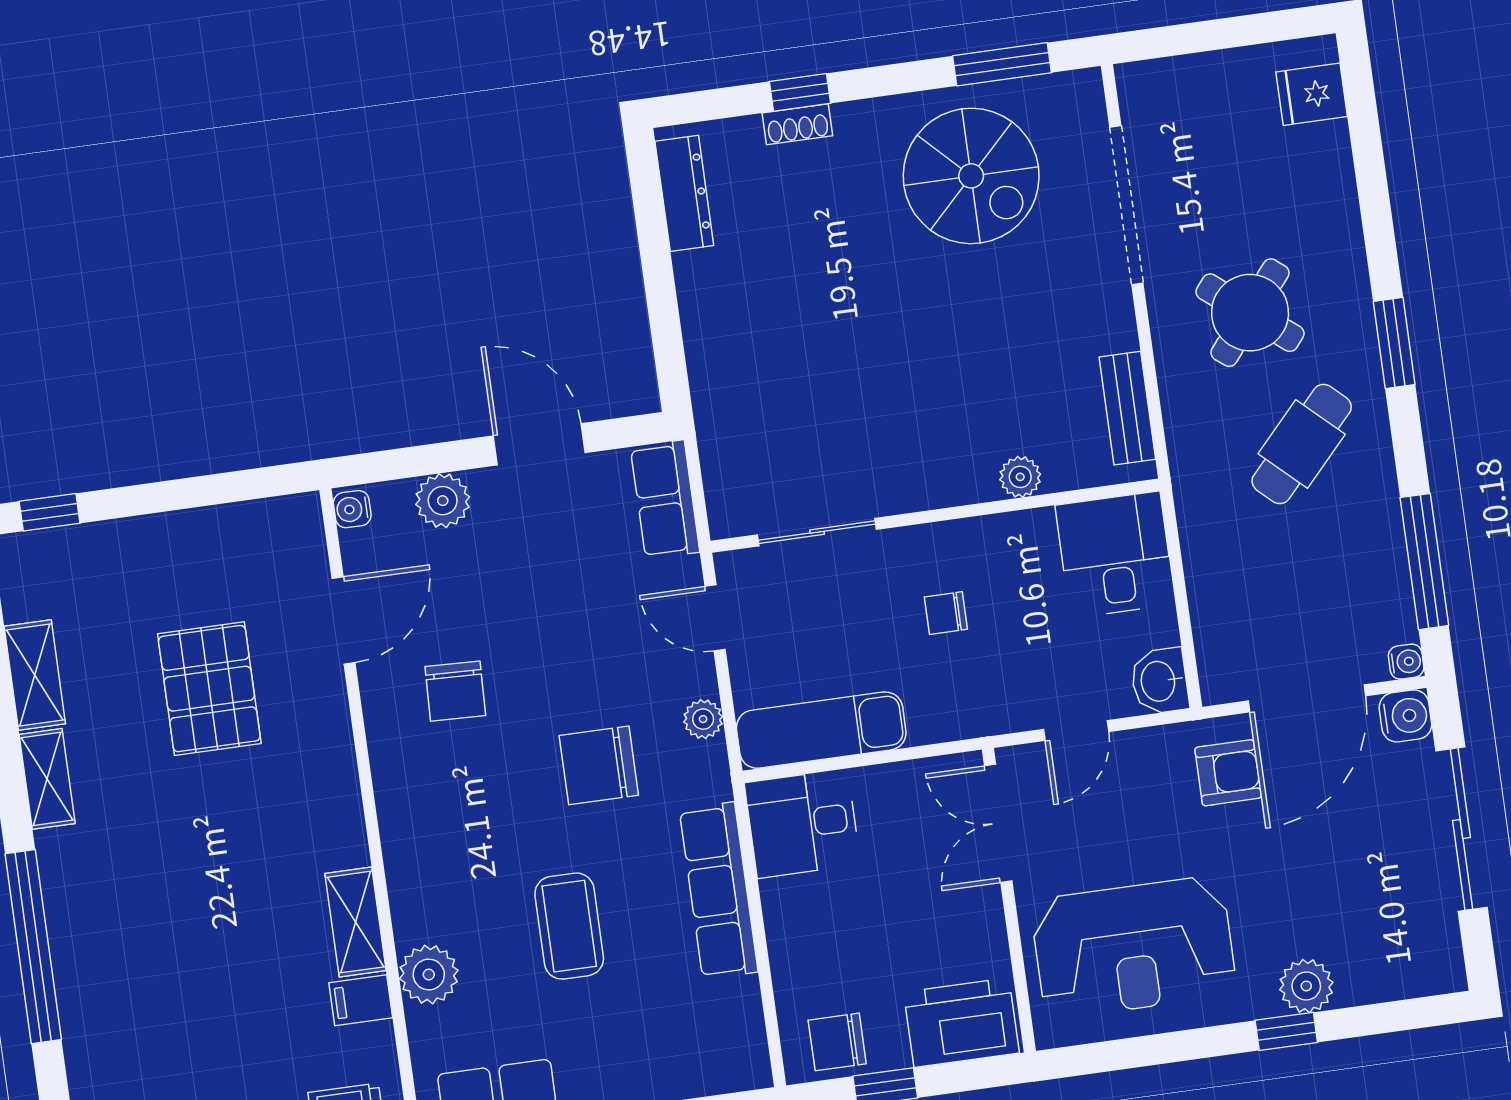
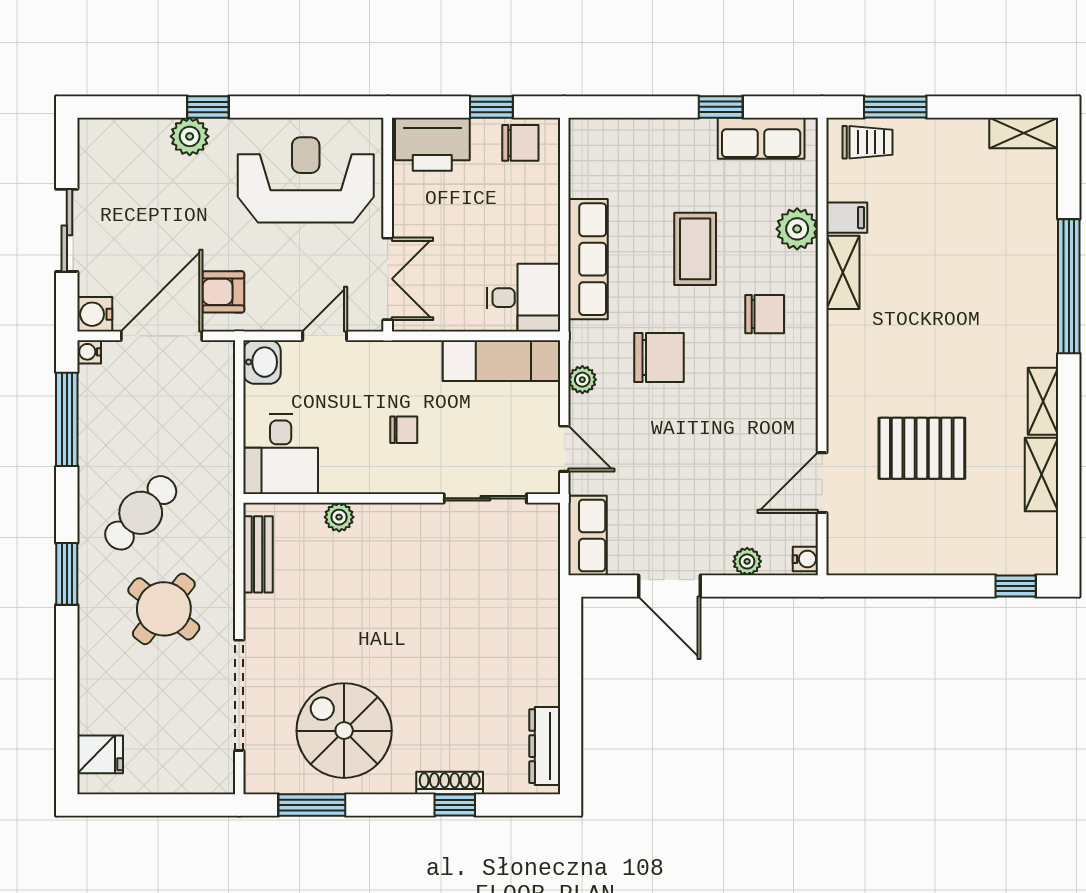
shoe rack: (797, 124) -> (450, 783), width x1.43
plant: (443, 501) -> (747, 561), width x0.73, depth x0.73
pallet: (209, 689) -> (922, 448), turned 90
chair: (455, 691) -> (765, 314), moved, turned 88
sliding door: (1462, 829) -> (67, 230), width x0.73

